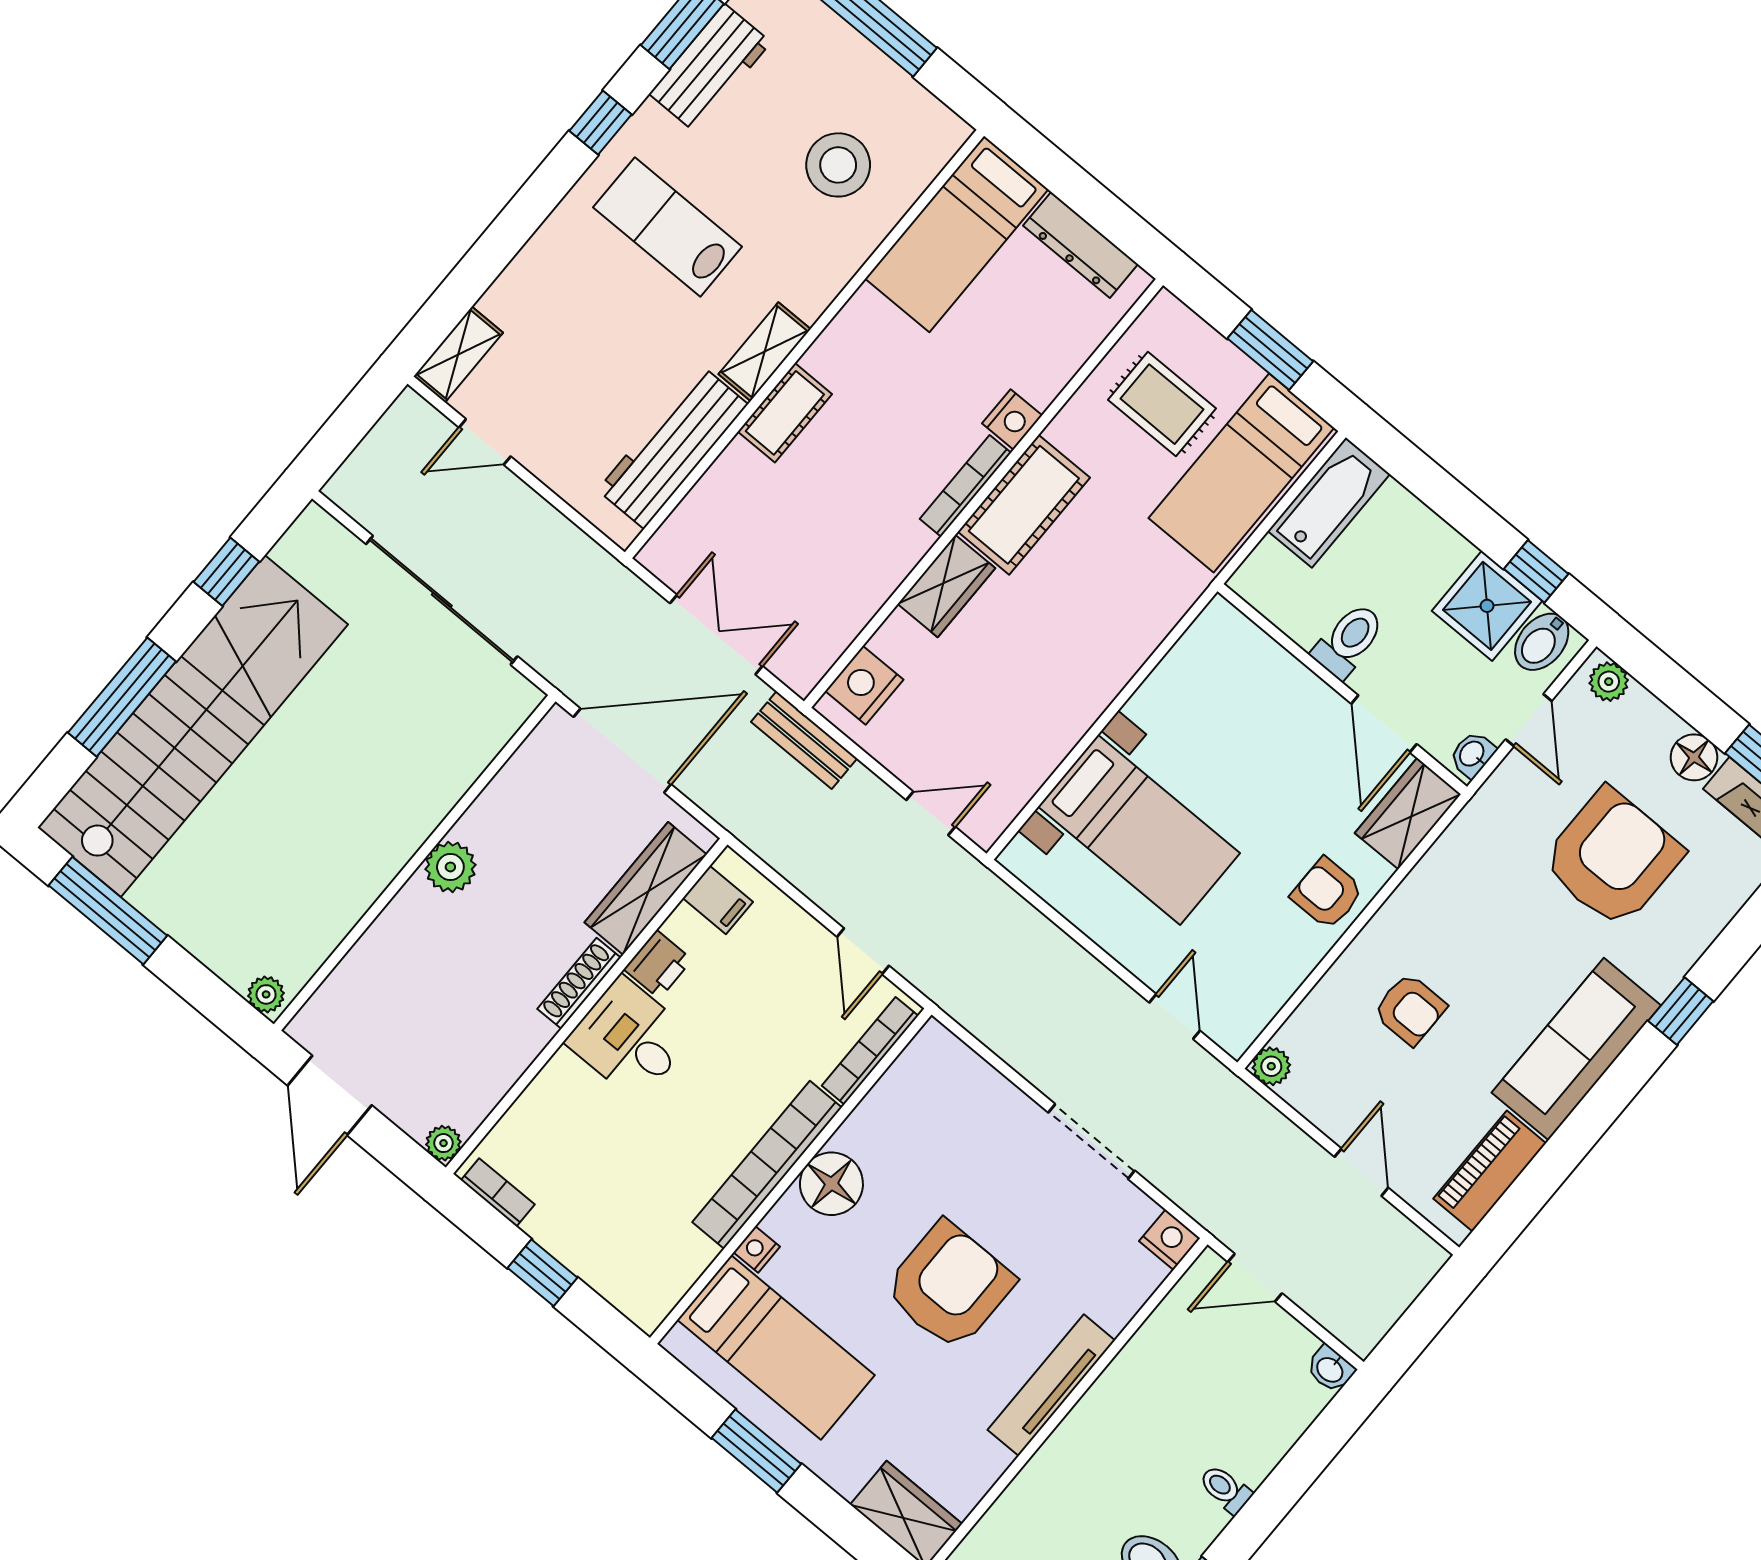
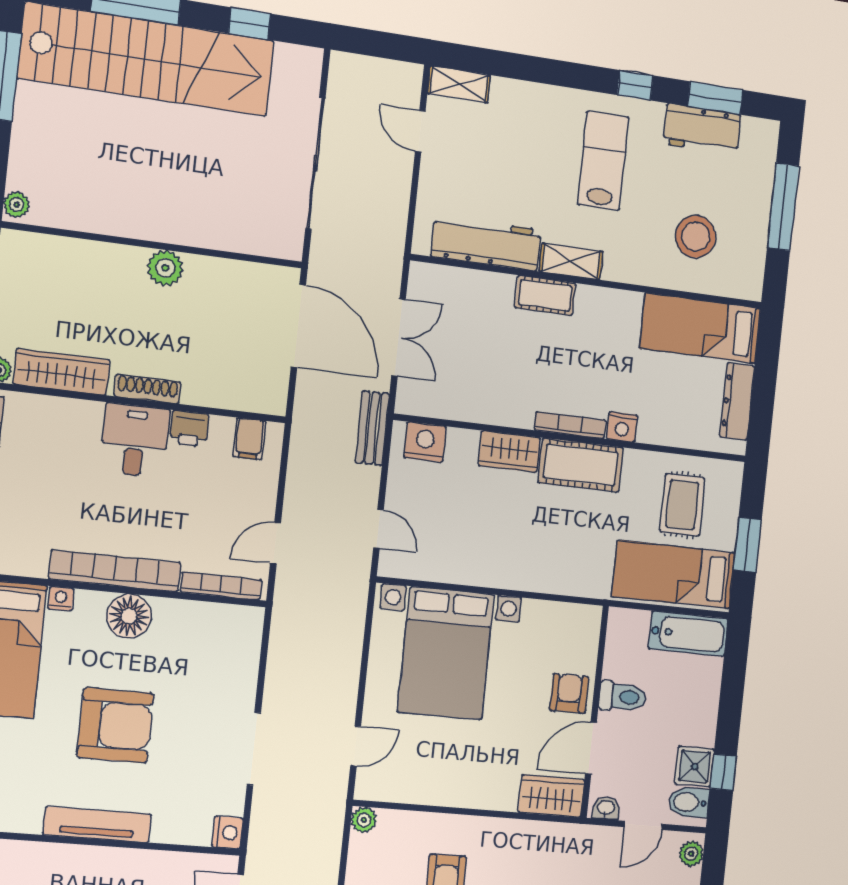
shower: (1487, 606) -> (695, 766), width x0.73, depth x0.73
bed with nightstands: (1139, 830) -> (446, 653), width x1.36
wardrobe: (646, 888) -> (62, 372), moved
armchair: (1327, 893) -> (569, 694), moved

